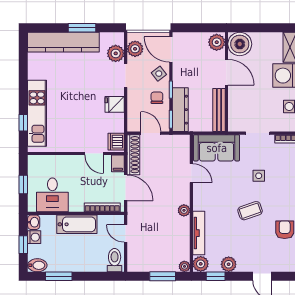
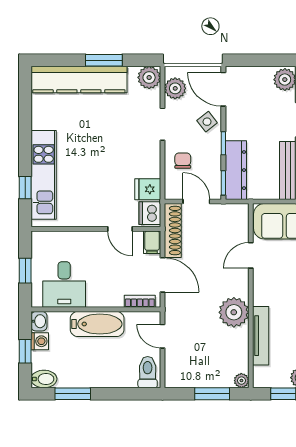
plant: (116, 53) -> (149, 77), moved
chair: (157, 98) -> (183, 161), moved
fridge: (115, 104) -> (148, 189), moved
door: (191, 173) -> (251, 255), swing flipped
bookcase: (102, 207) -> (140, 301), width x0.64
plant: (184, 210) -> (234, 312), width x1.87, depth x1.87
plant: (201, 264) -> (263, 377), removed

